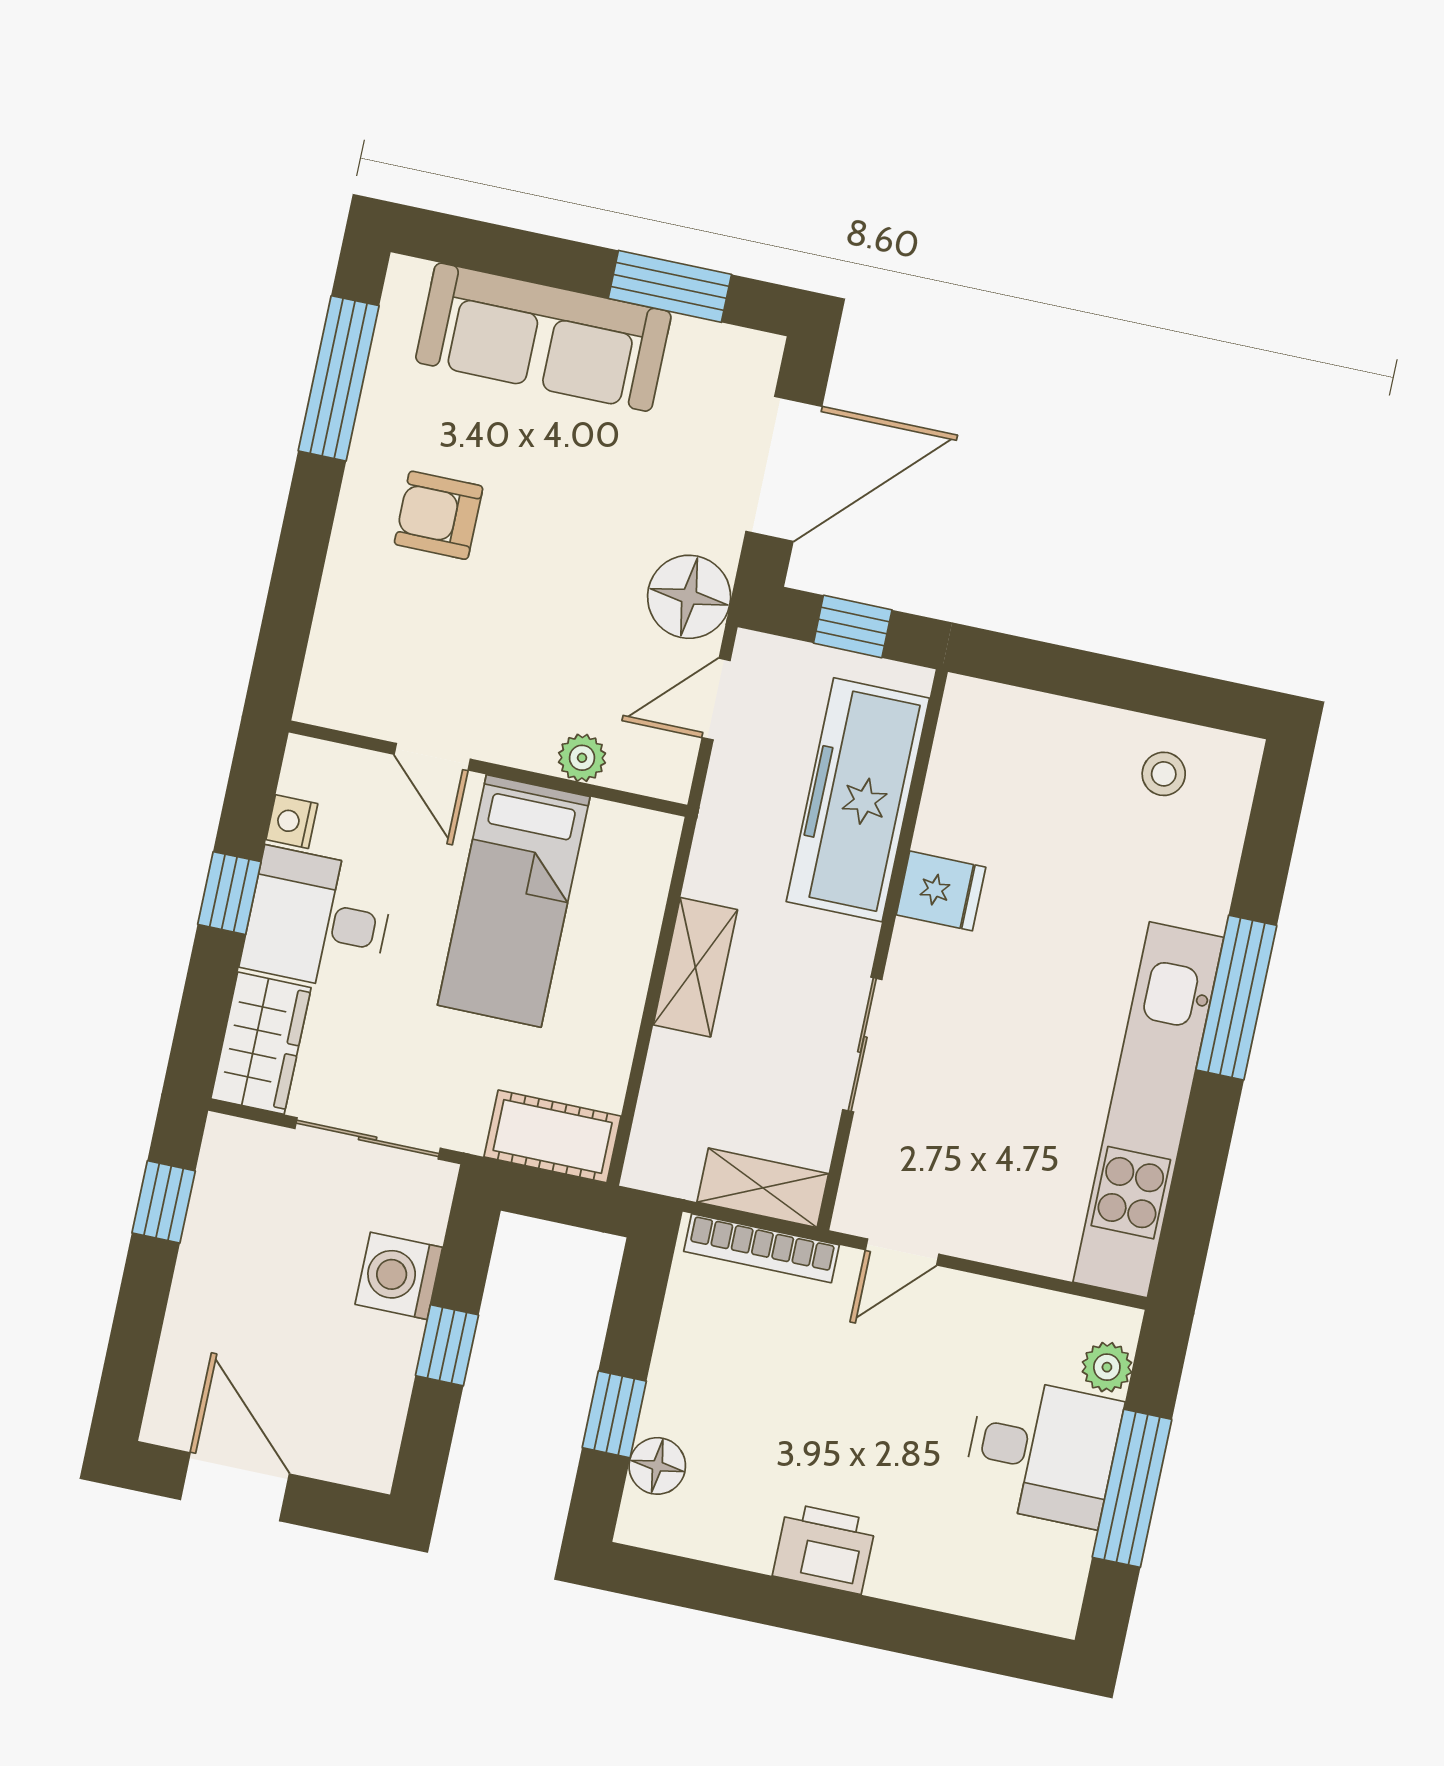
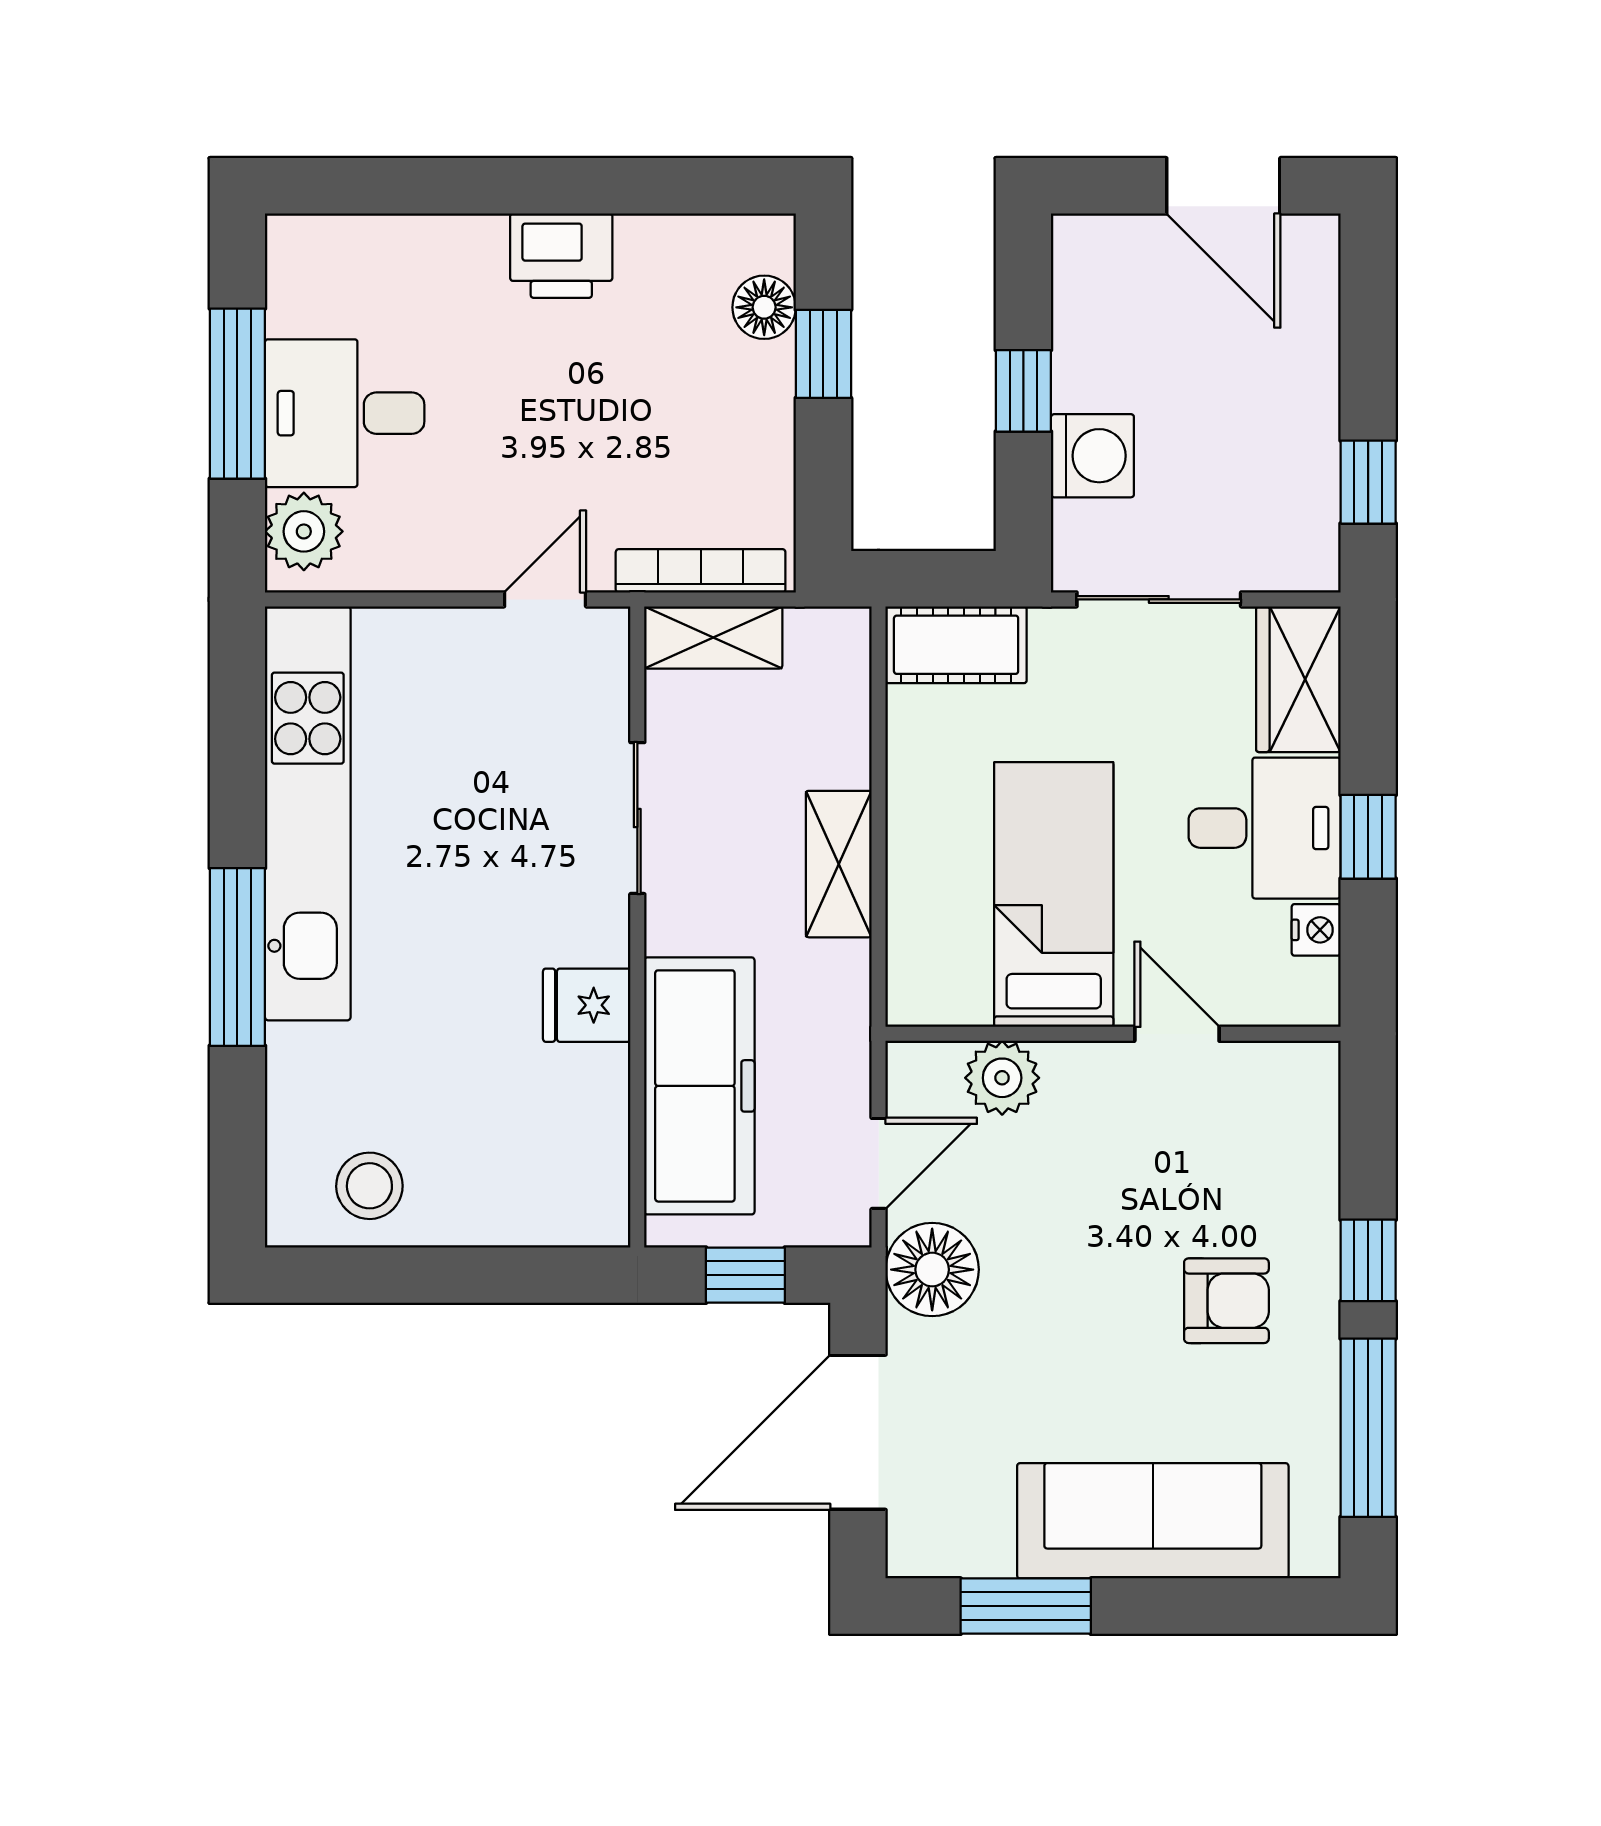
window: (308, 524) -> (1368, 1260), added
plant: (582, 758) -> (1002, 1078), width x1.38, depth x1.38
stool: (1164, 774) -> (369, 1186), width x1.37, depth x1.37
plant: (1107, 1367) -> (304, 531), width x1.38, depth x1.38

